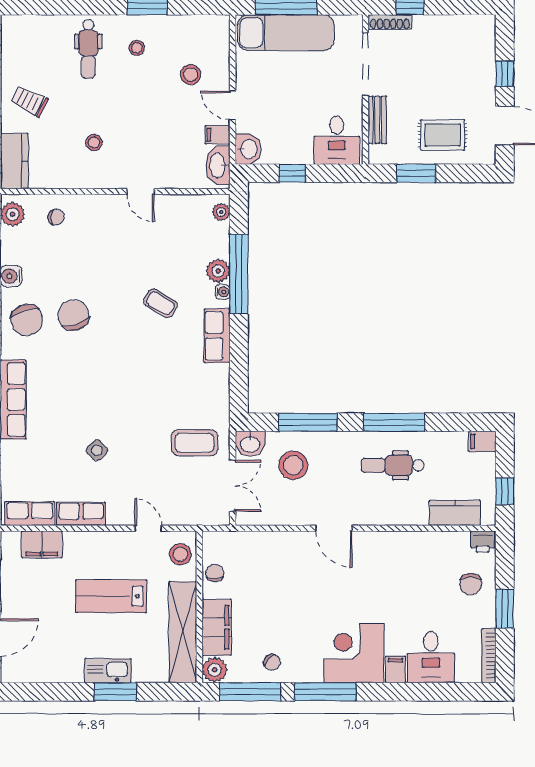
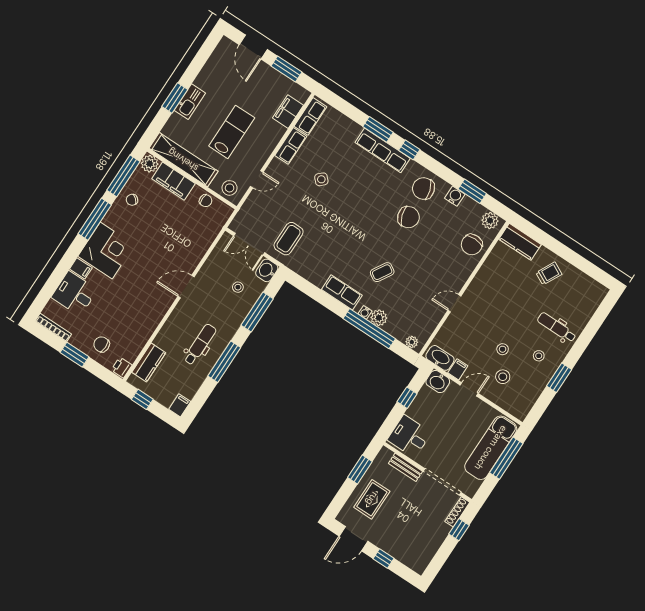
stool: (94, 143) -> (503, 349), moved
chair: (56, 217) -> (472, 245), width x1.87, depth x1.87
stool: (293, 465) -> (238, 287), width x0.53, depth x0.53

